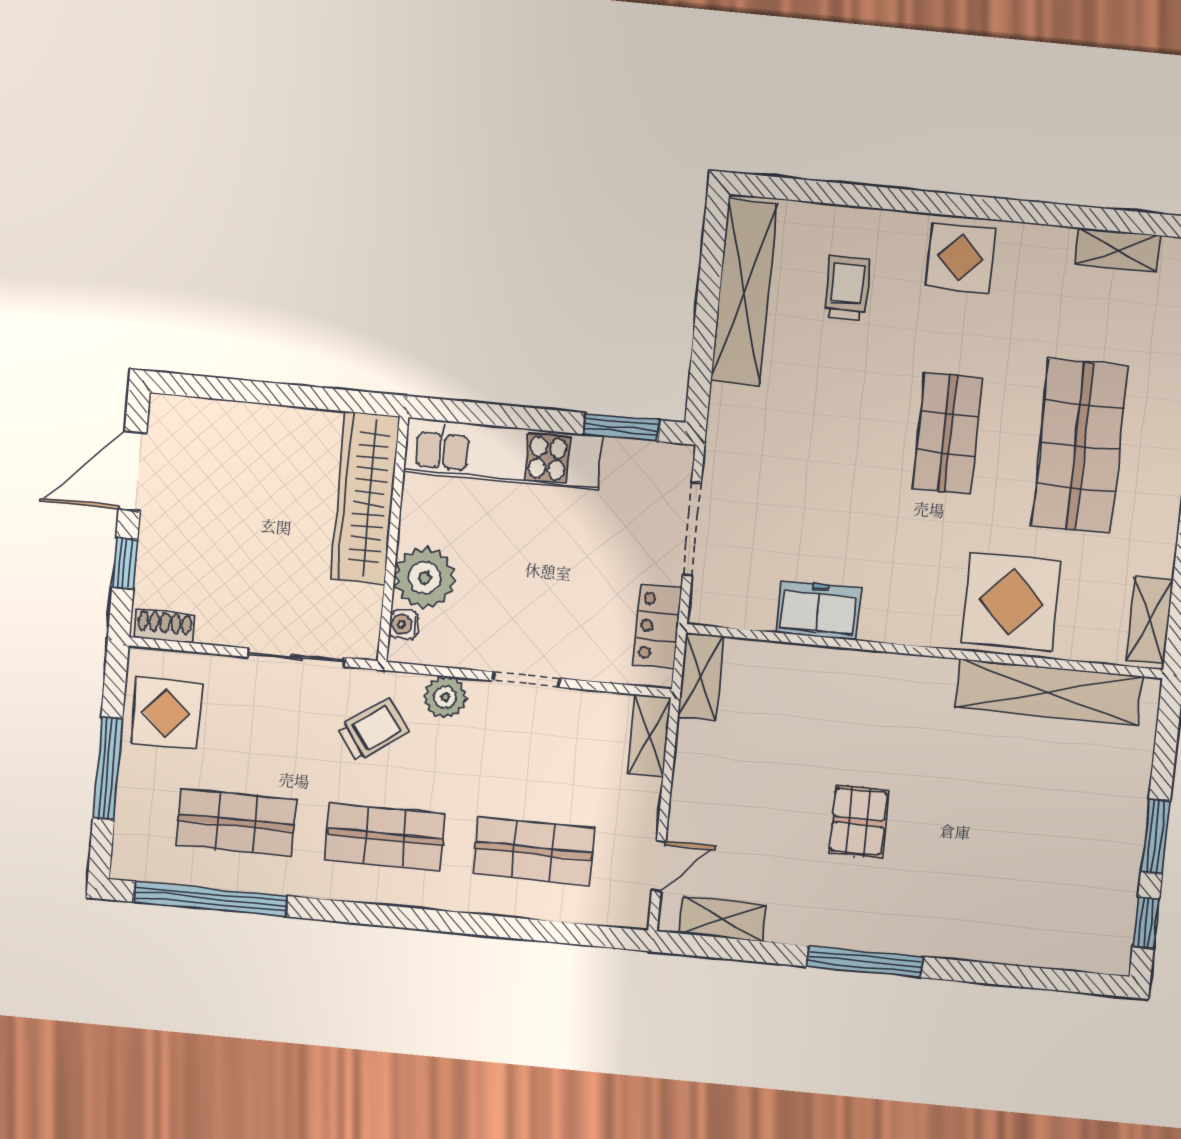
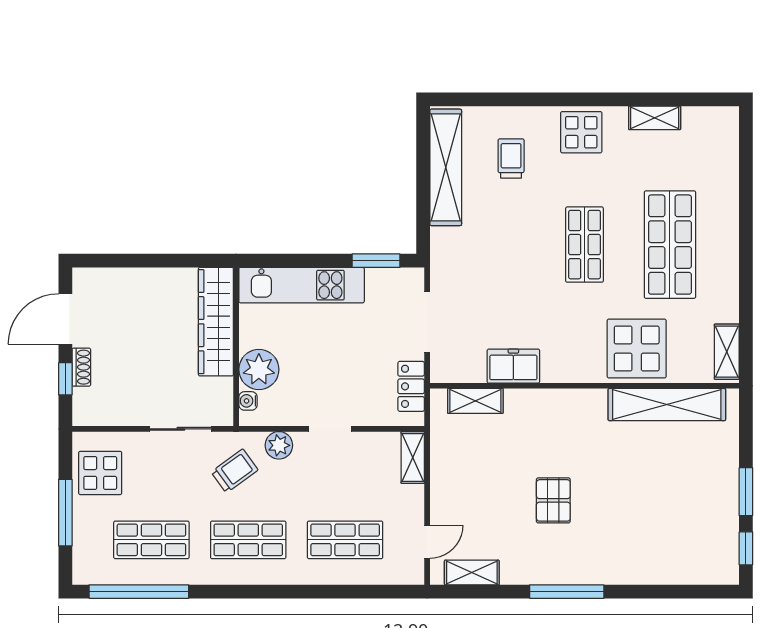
shelving: (1118, 250) -> (655, 118), moved
shoe rack: (165, 626) -> (81, 367), moved, turned 90
shelving: (701, 677) -> (475, 401), moved, turned 90

